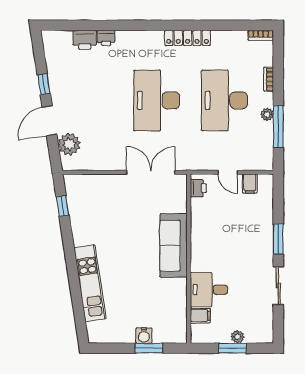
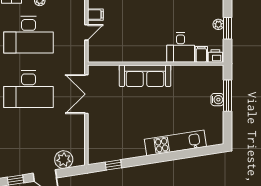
printer: (198, 188) -> (215, 56), moved
window: (149, 348) -> (228, 96), width x1.44

